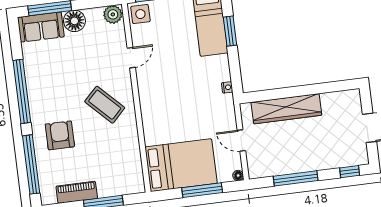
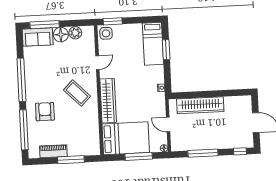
plant: (113, 14) -> (75, 33), moved
wardrobe: (151, 112) -> (108, 101), added

